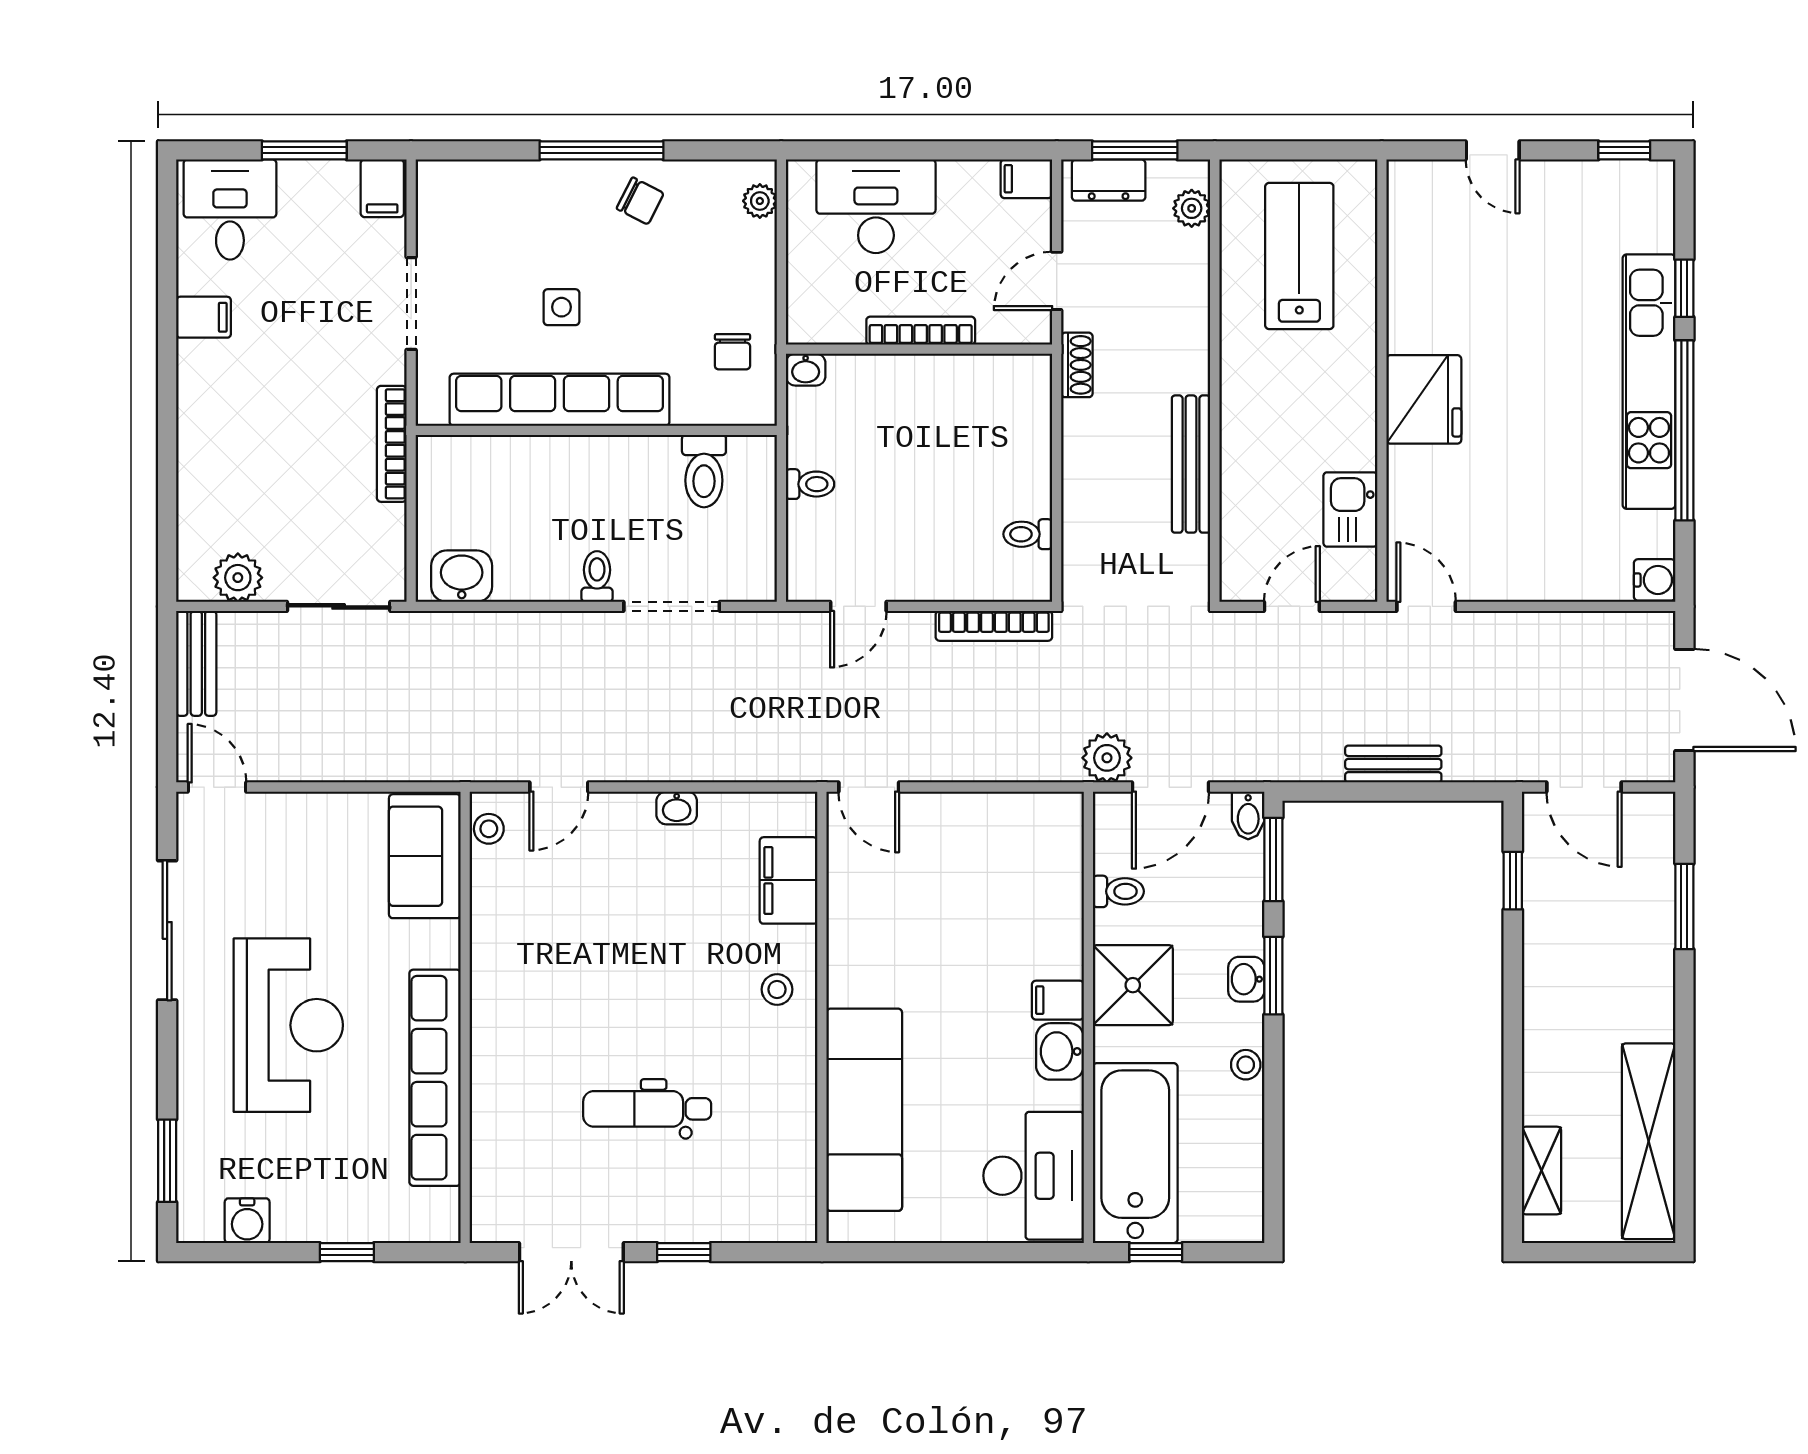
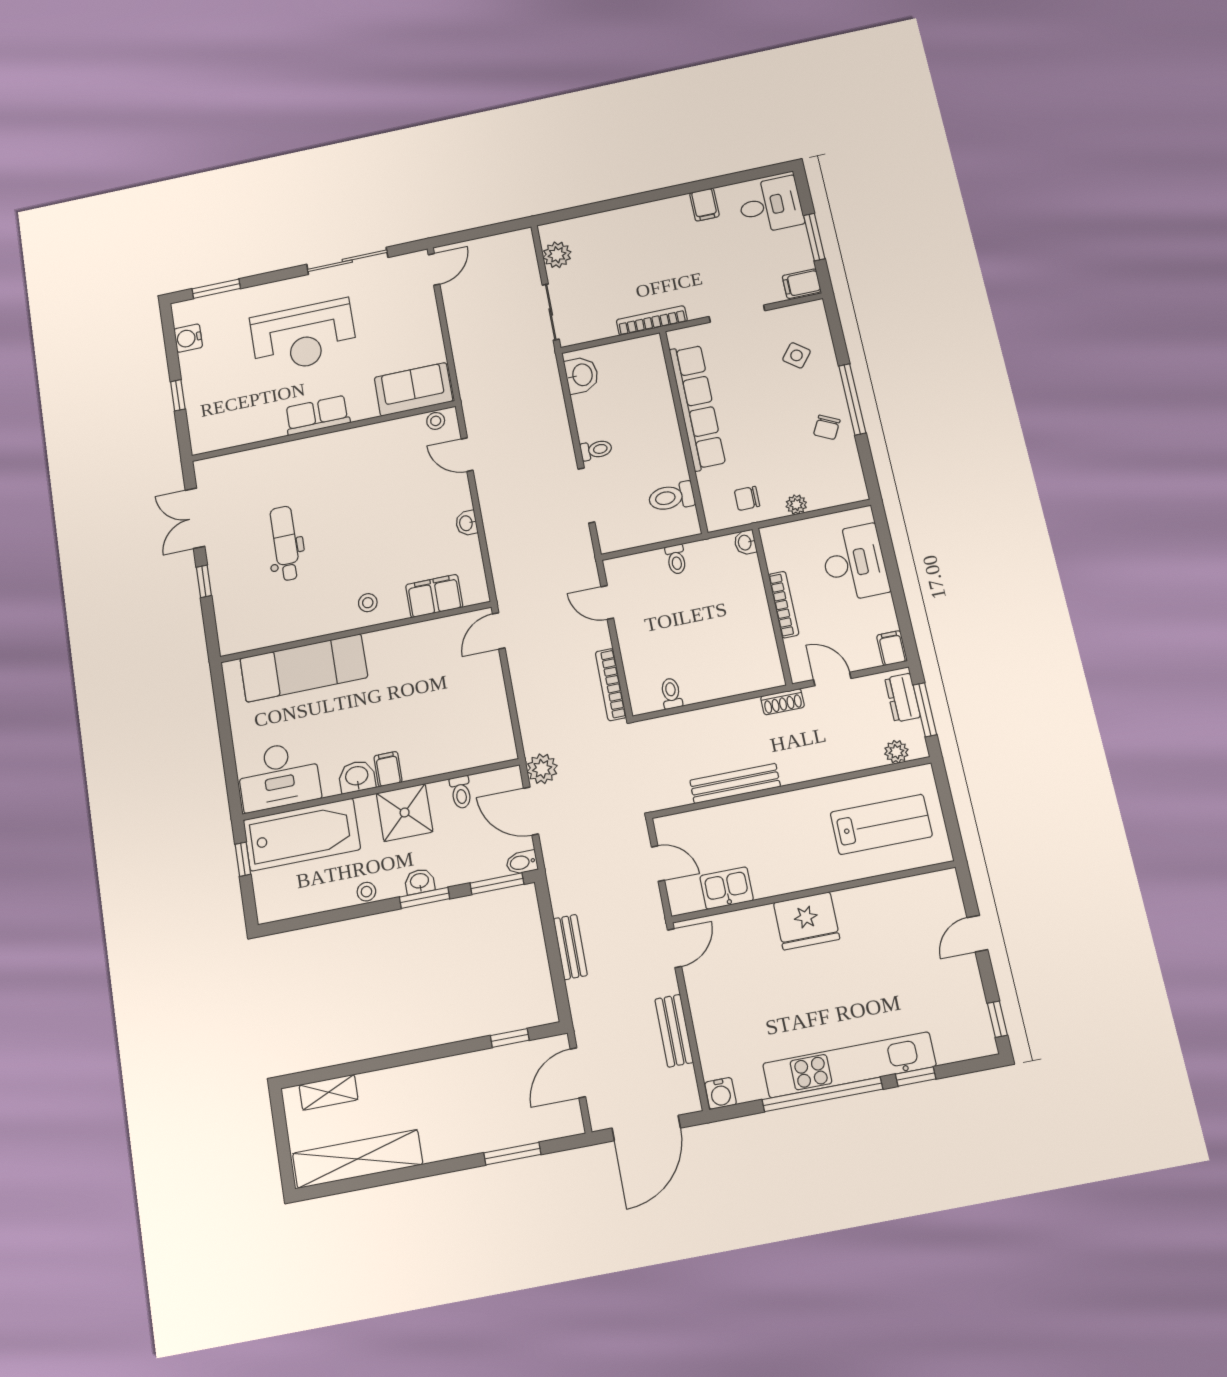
plant: (760, 201) -> (796, 505), moved
side table: (562, 307) -> (796, 355), moved, turned 38
bench: (196, 663) -> (674, 1031), moved, turned 90
row of seats: (435, 1078) -> (317, 415), width x0.50

